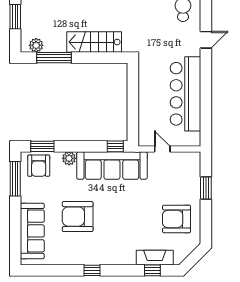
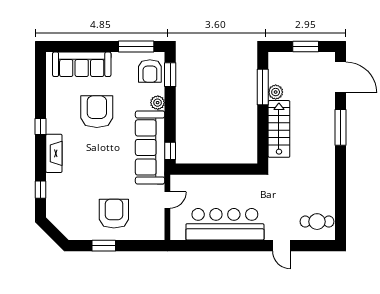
plant: (36, 45) -> (276, 92), moved
armchair: (39, 166) -> (150, 71), turned -90
window: (206, 188) -> (104, 246), moved
armchair: (176, 219) -> (114, 214), moved
fireplace: (155, 258) -> (54, 153), moved

